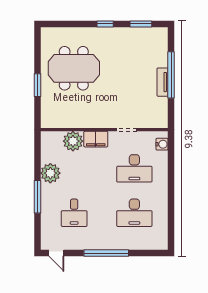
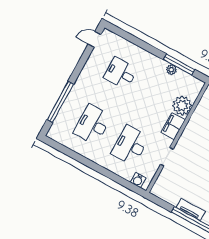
plant: (50, 173) -> (171, 70), width x0.53, depth x0.53
window: (37, 197) -> (179, 65), moved
window: (106, 253) -> (60, 102), moved

